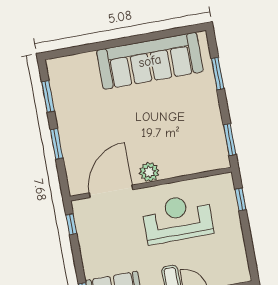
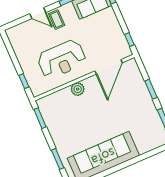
plant: (149, 172) -> (78, 89), moved

